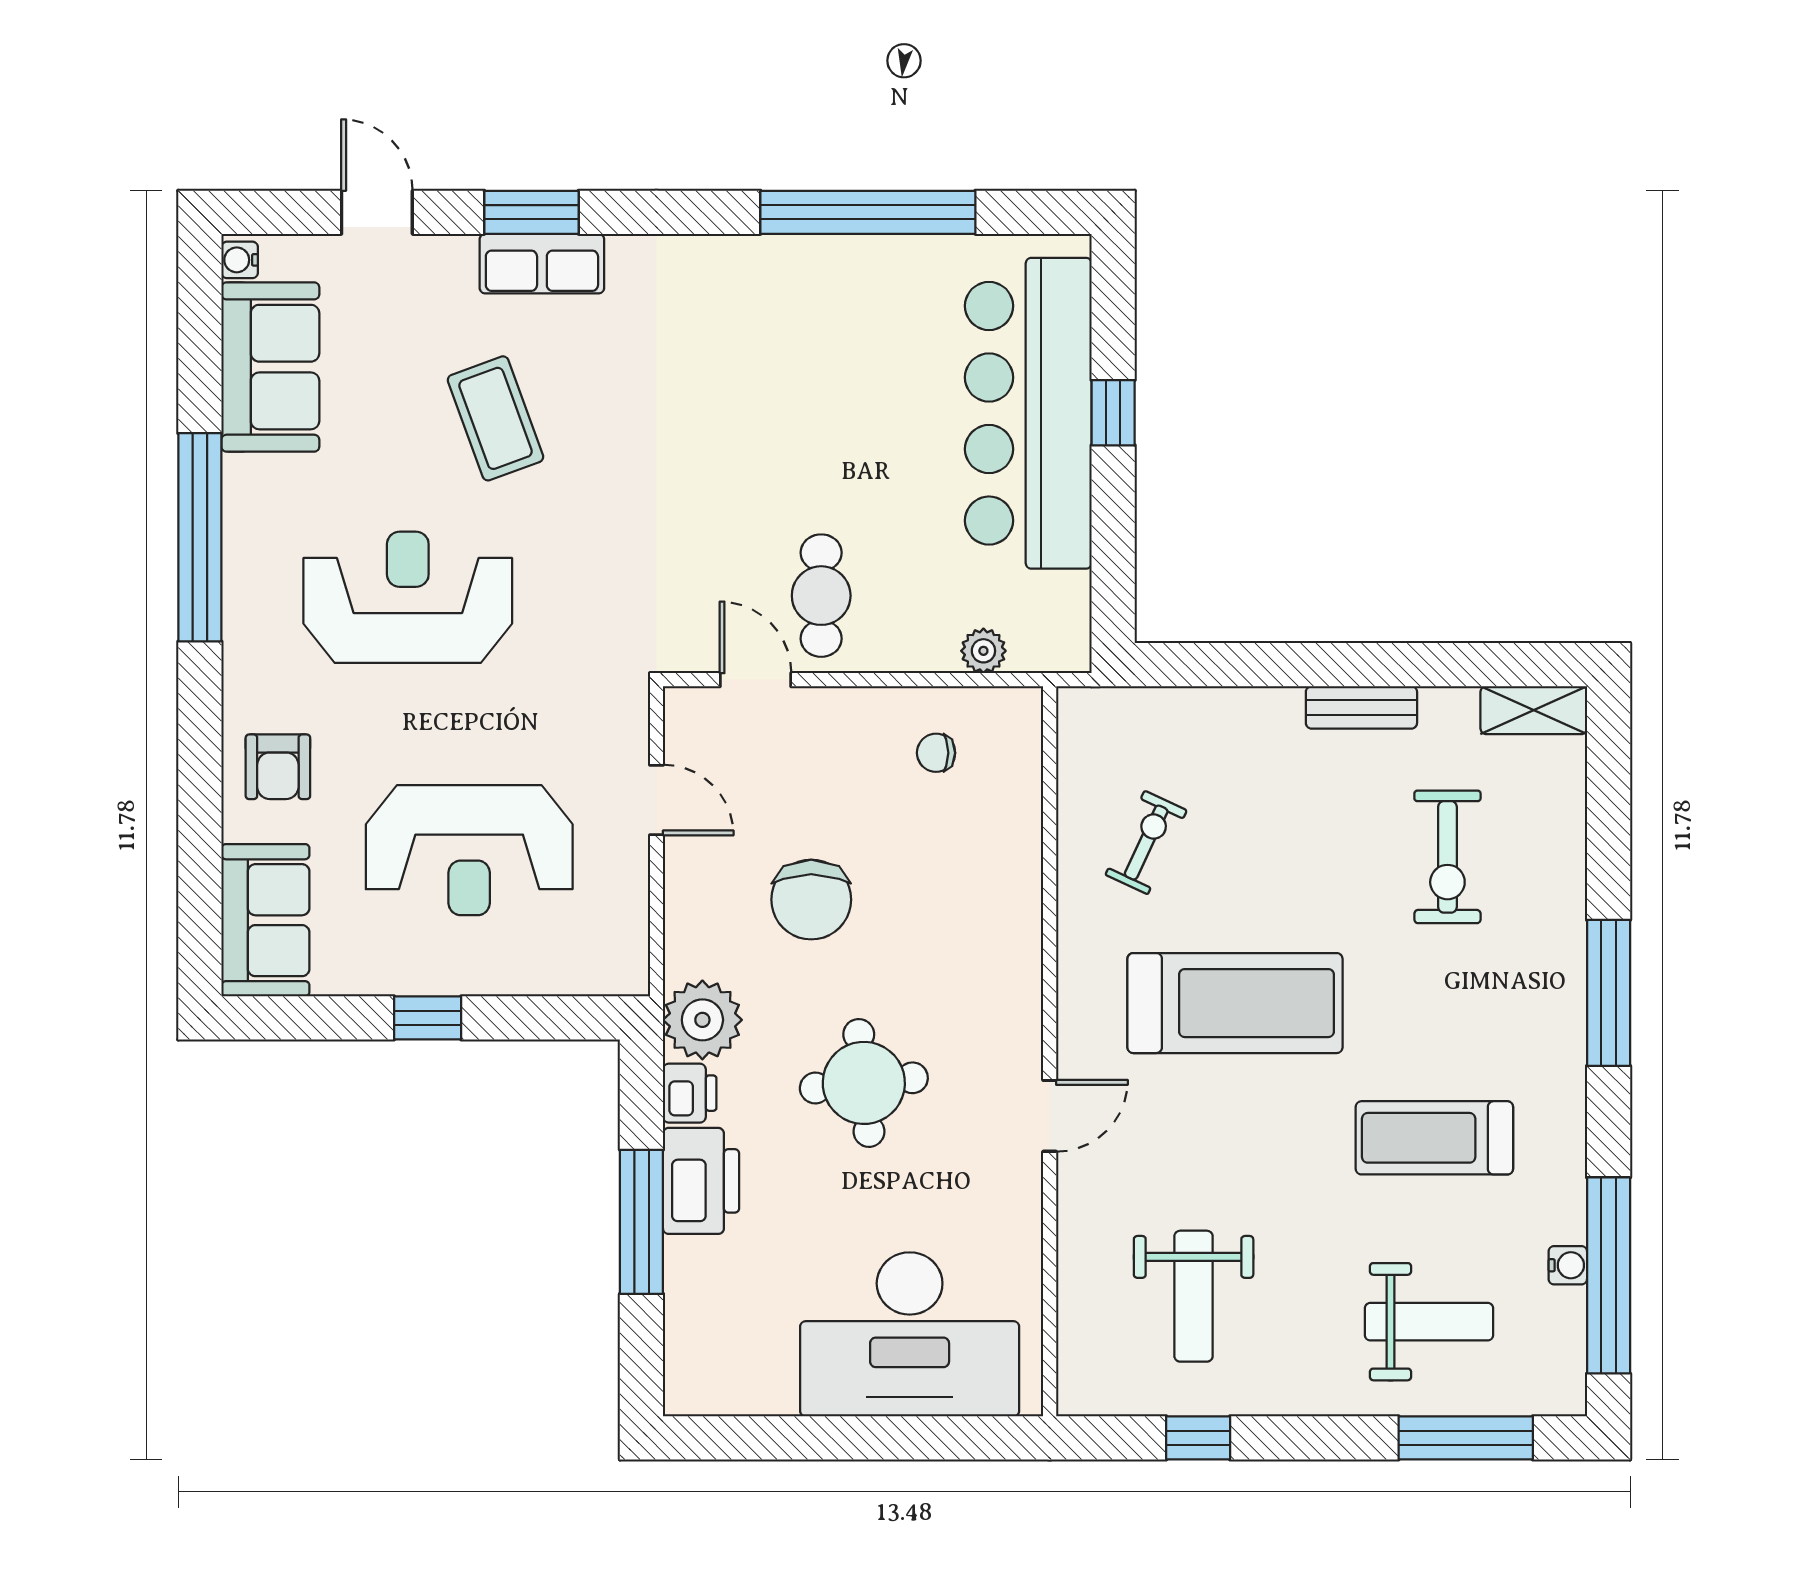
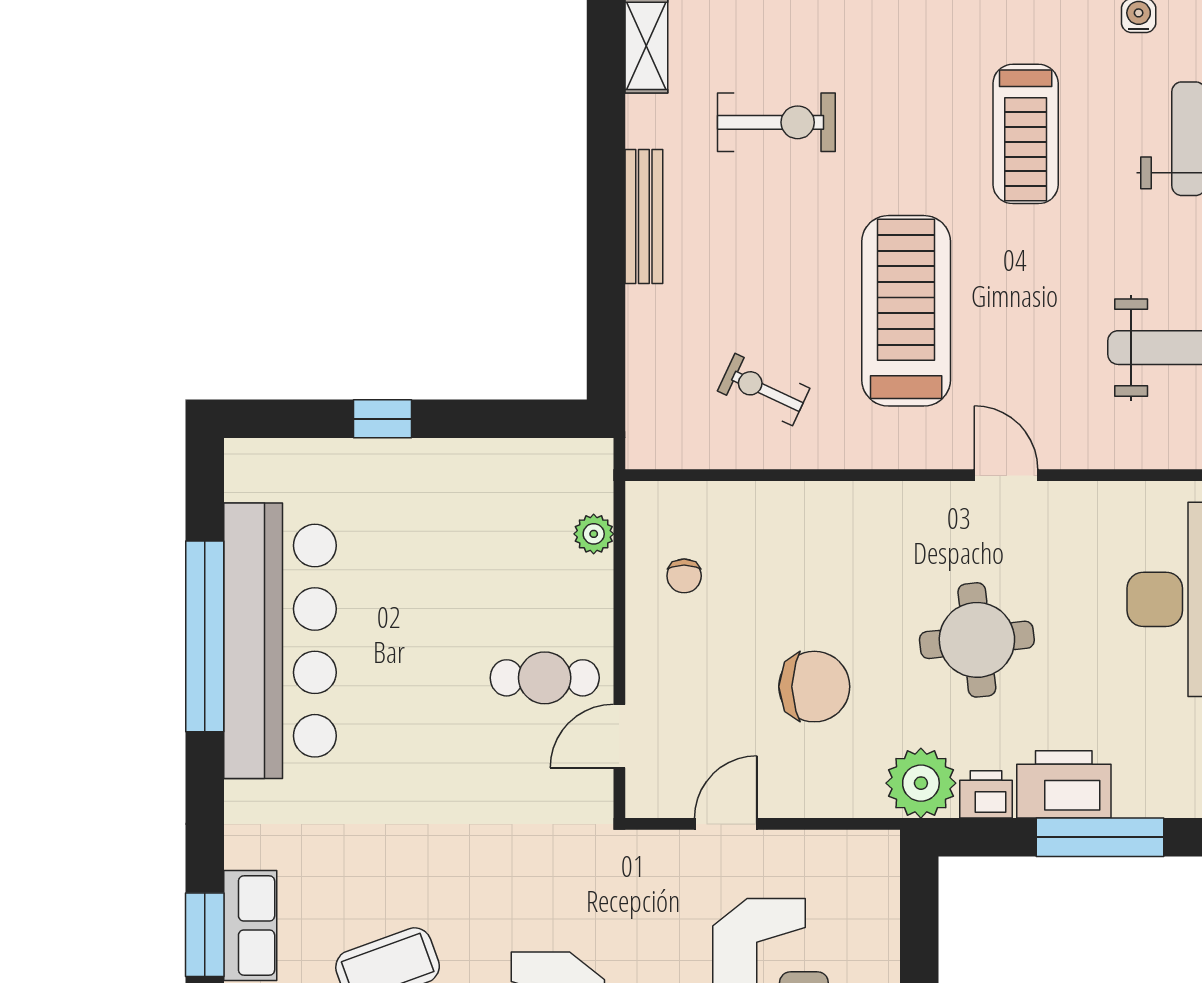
bar counter: (1028, 413) -> (280, 641), moved, turned -90
bench: (1361, 707) -> (644, 217), width x1.36

